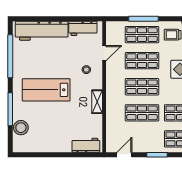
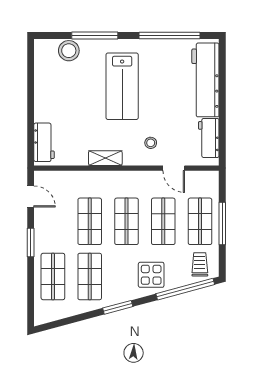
lab bench: (46, 90) -> (122, 86), turned 180

